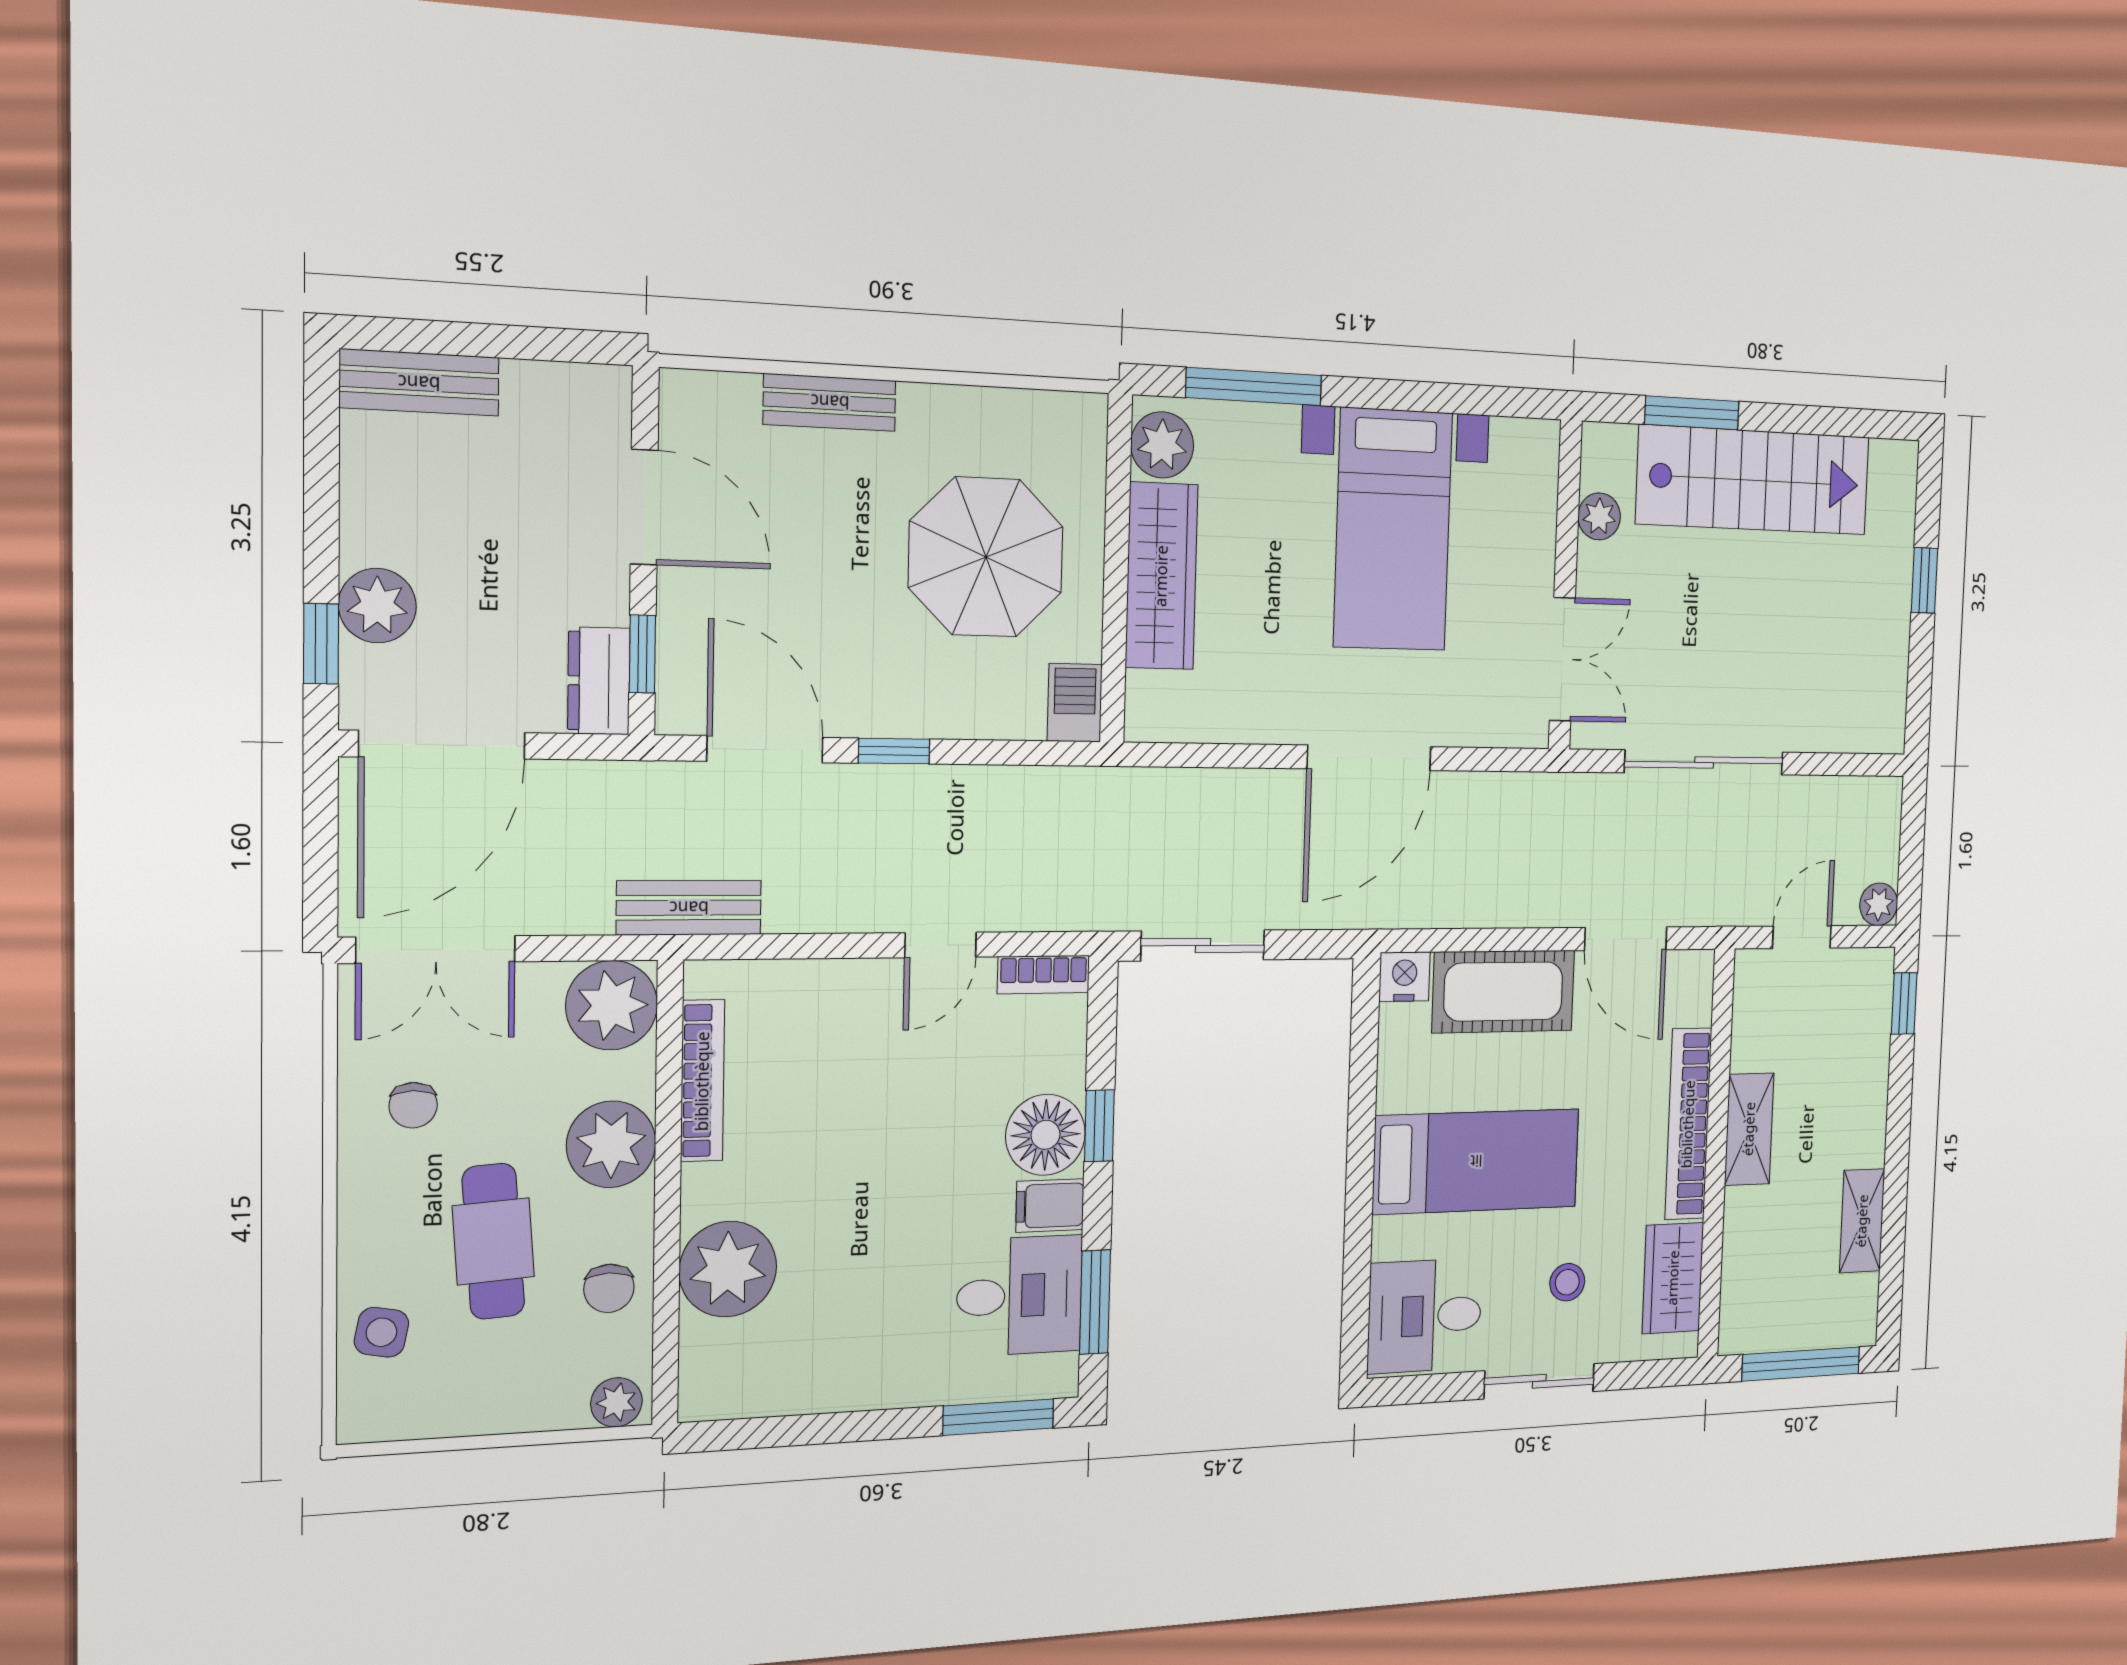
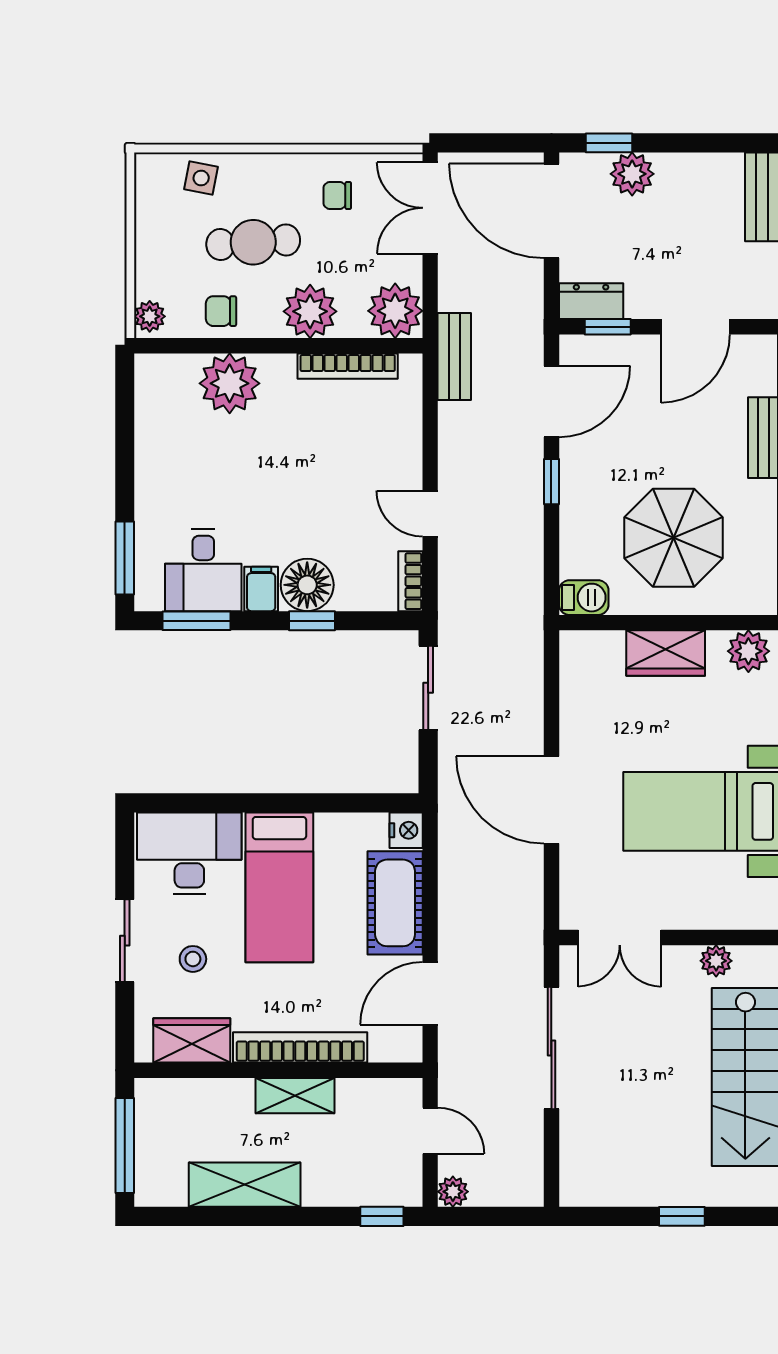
wardrobe: (1161, 576) -> (666, 653), width x0.67
shelving: (1862, 1221) -> (245, 1185), width x1.50, depth x1.33
desk: (1425, 1316) -> (189, 853), width x1.37

